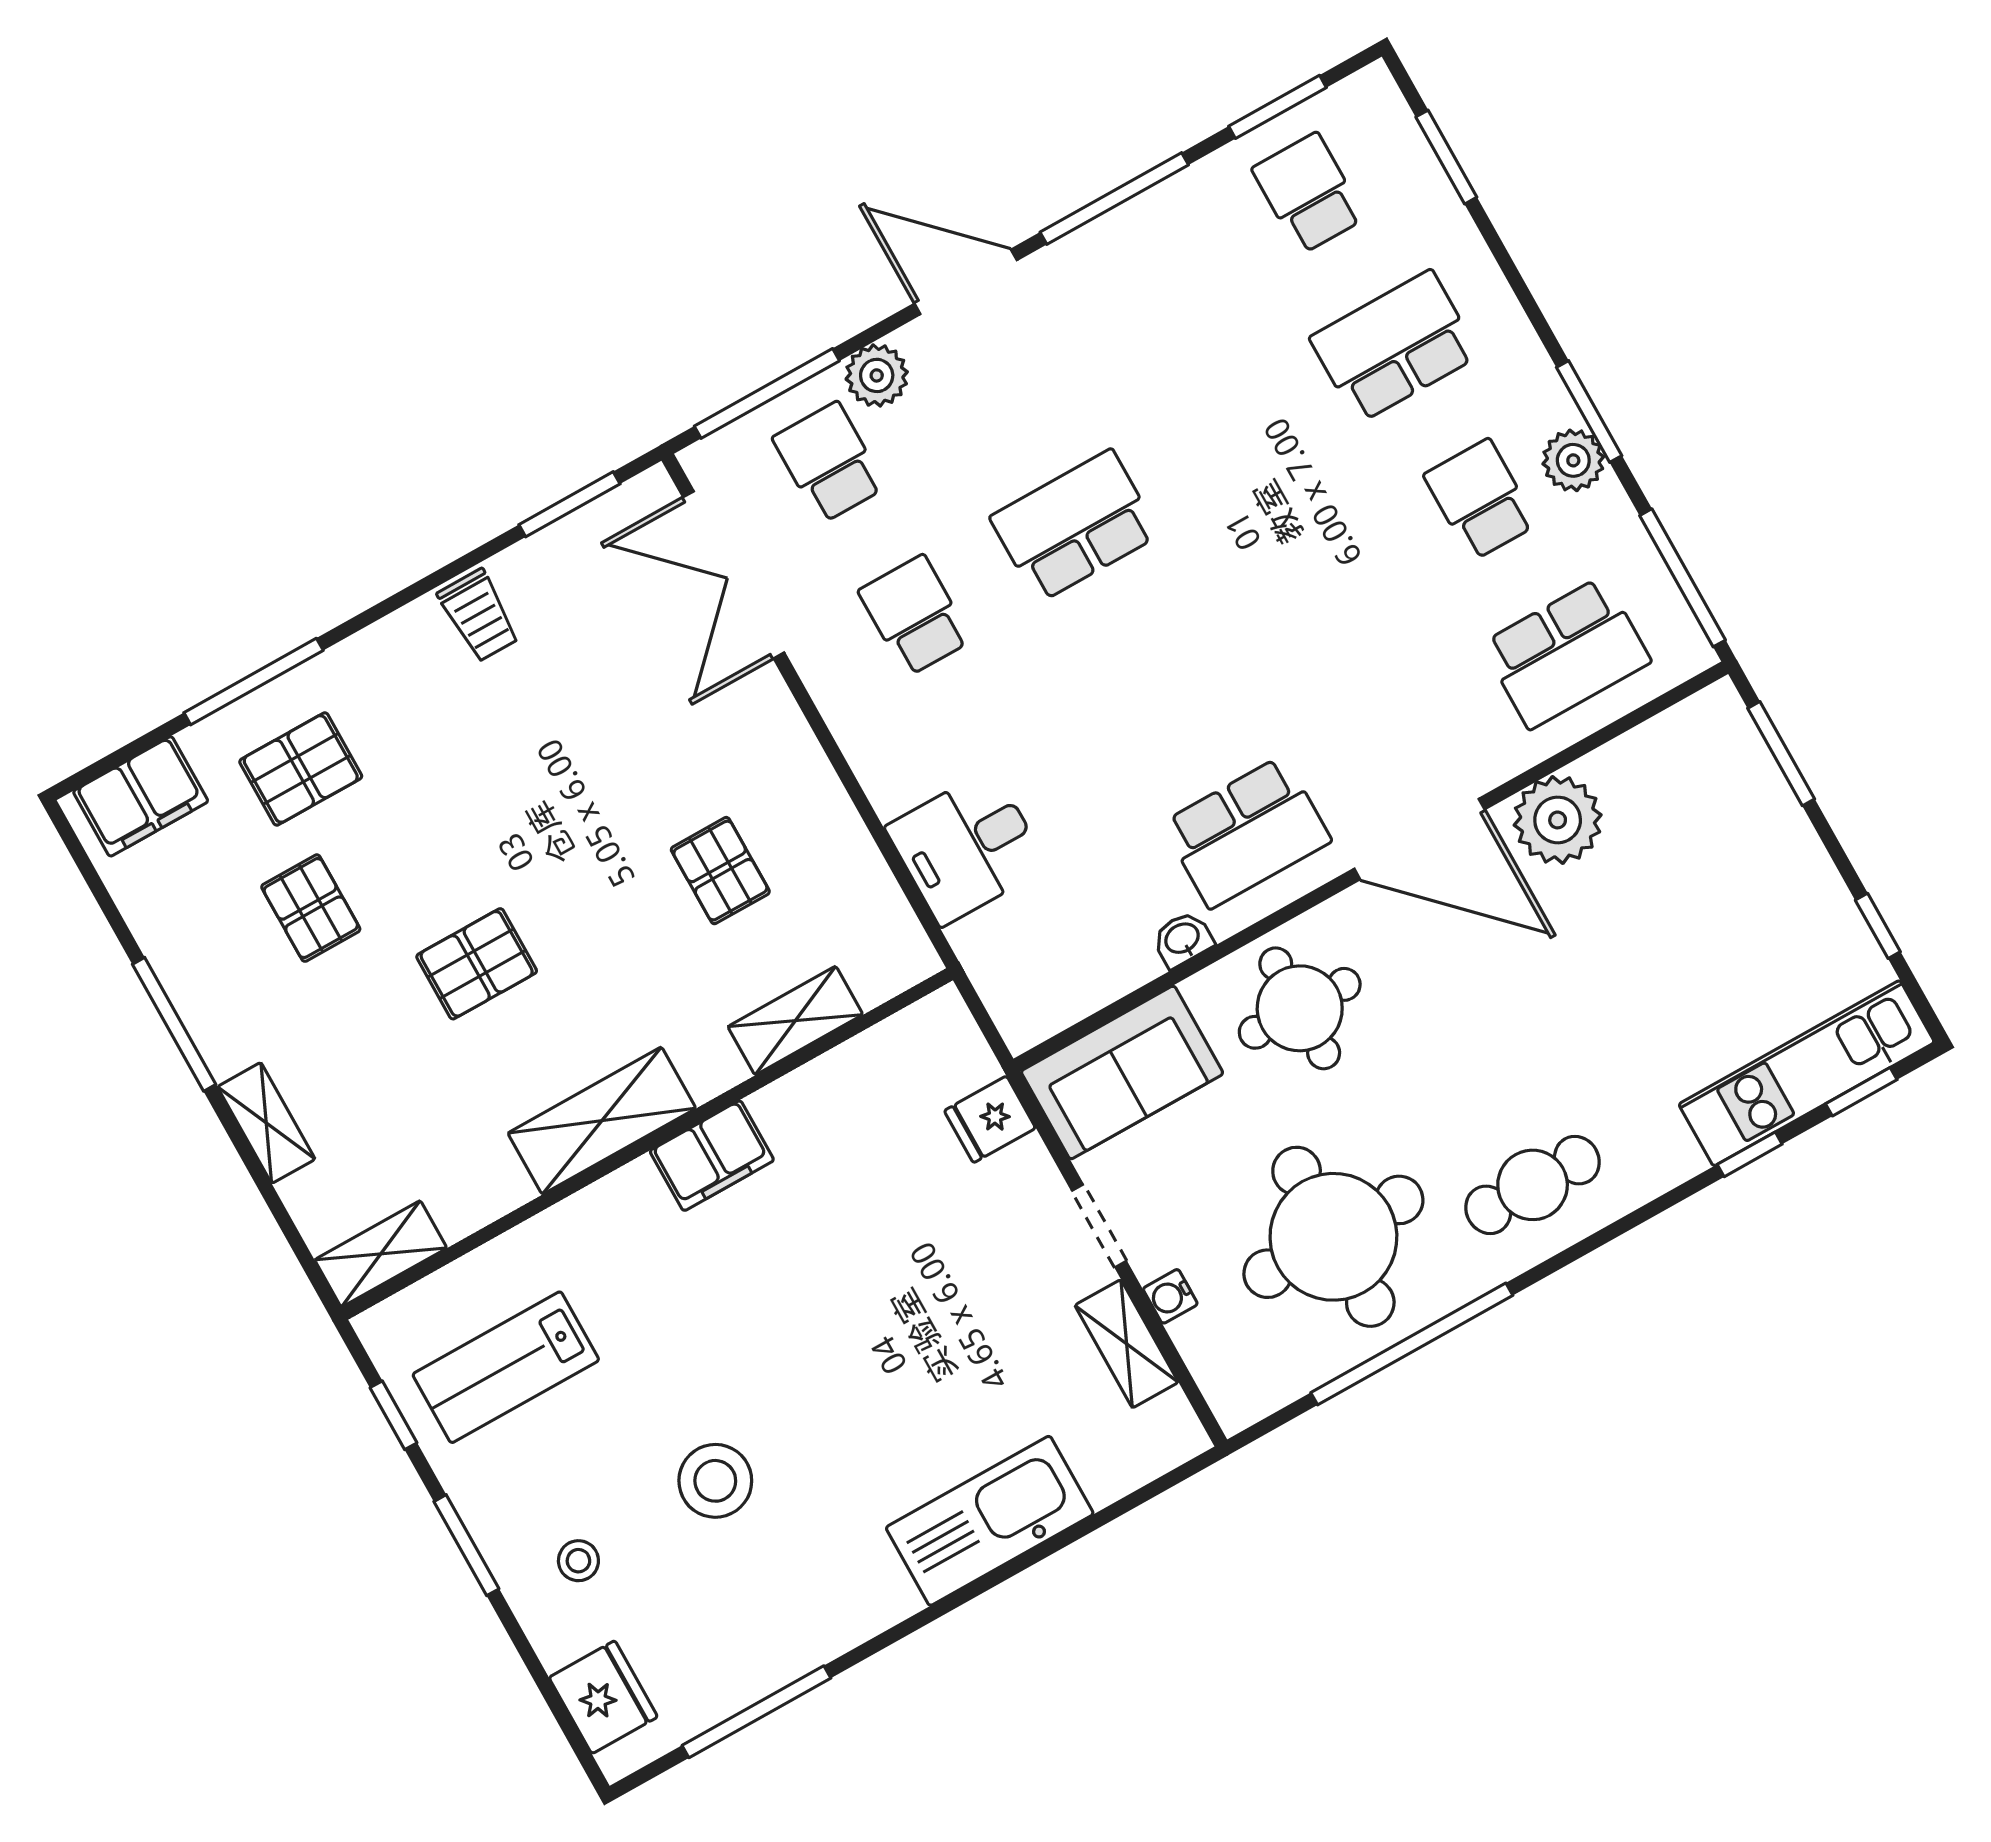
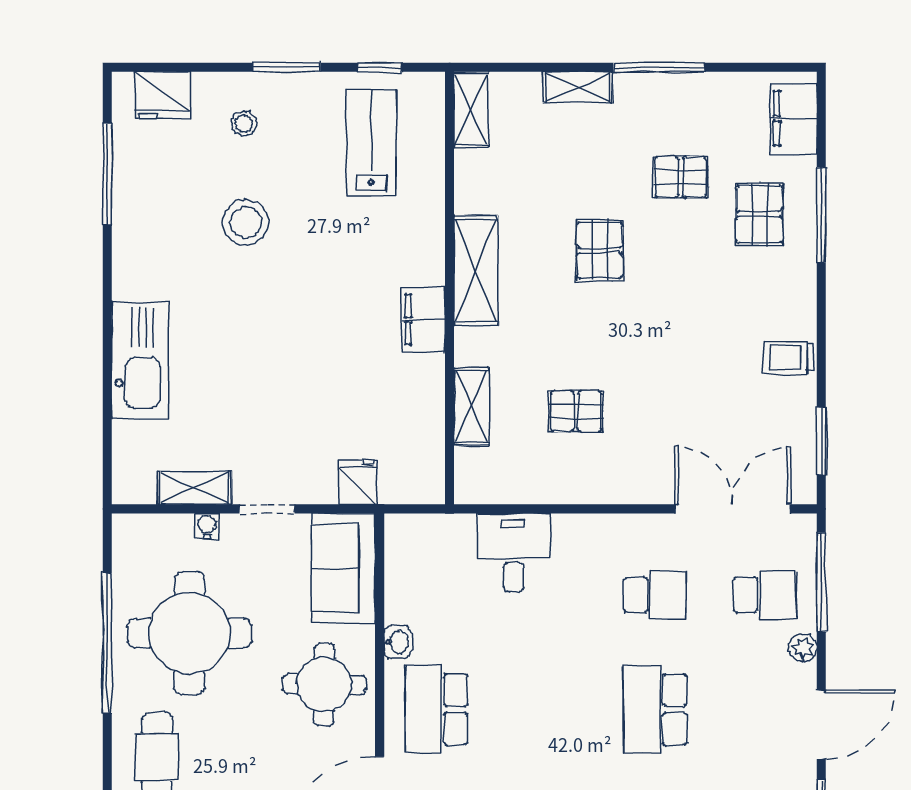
plant: (877, 375) -> (803, 648), width x0.73, depth x0.73
school desk: (1075, 526) -> (655, 709), turned 180

